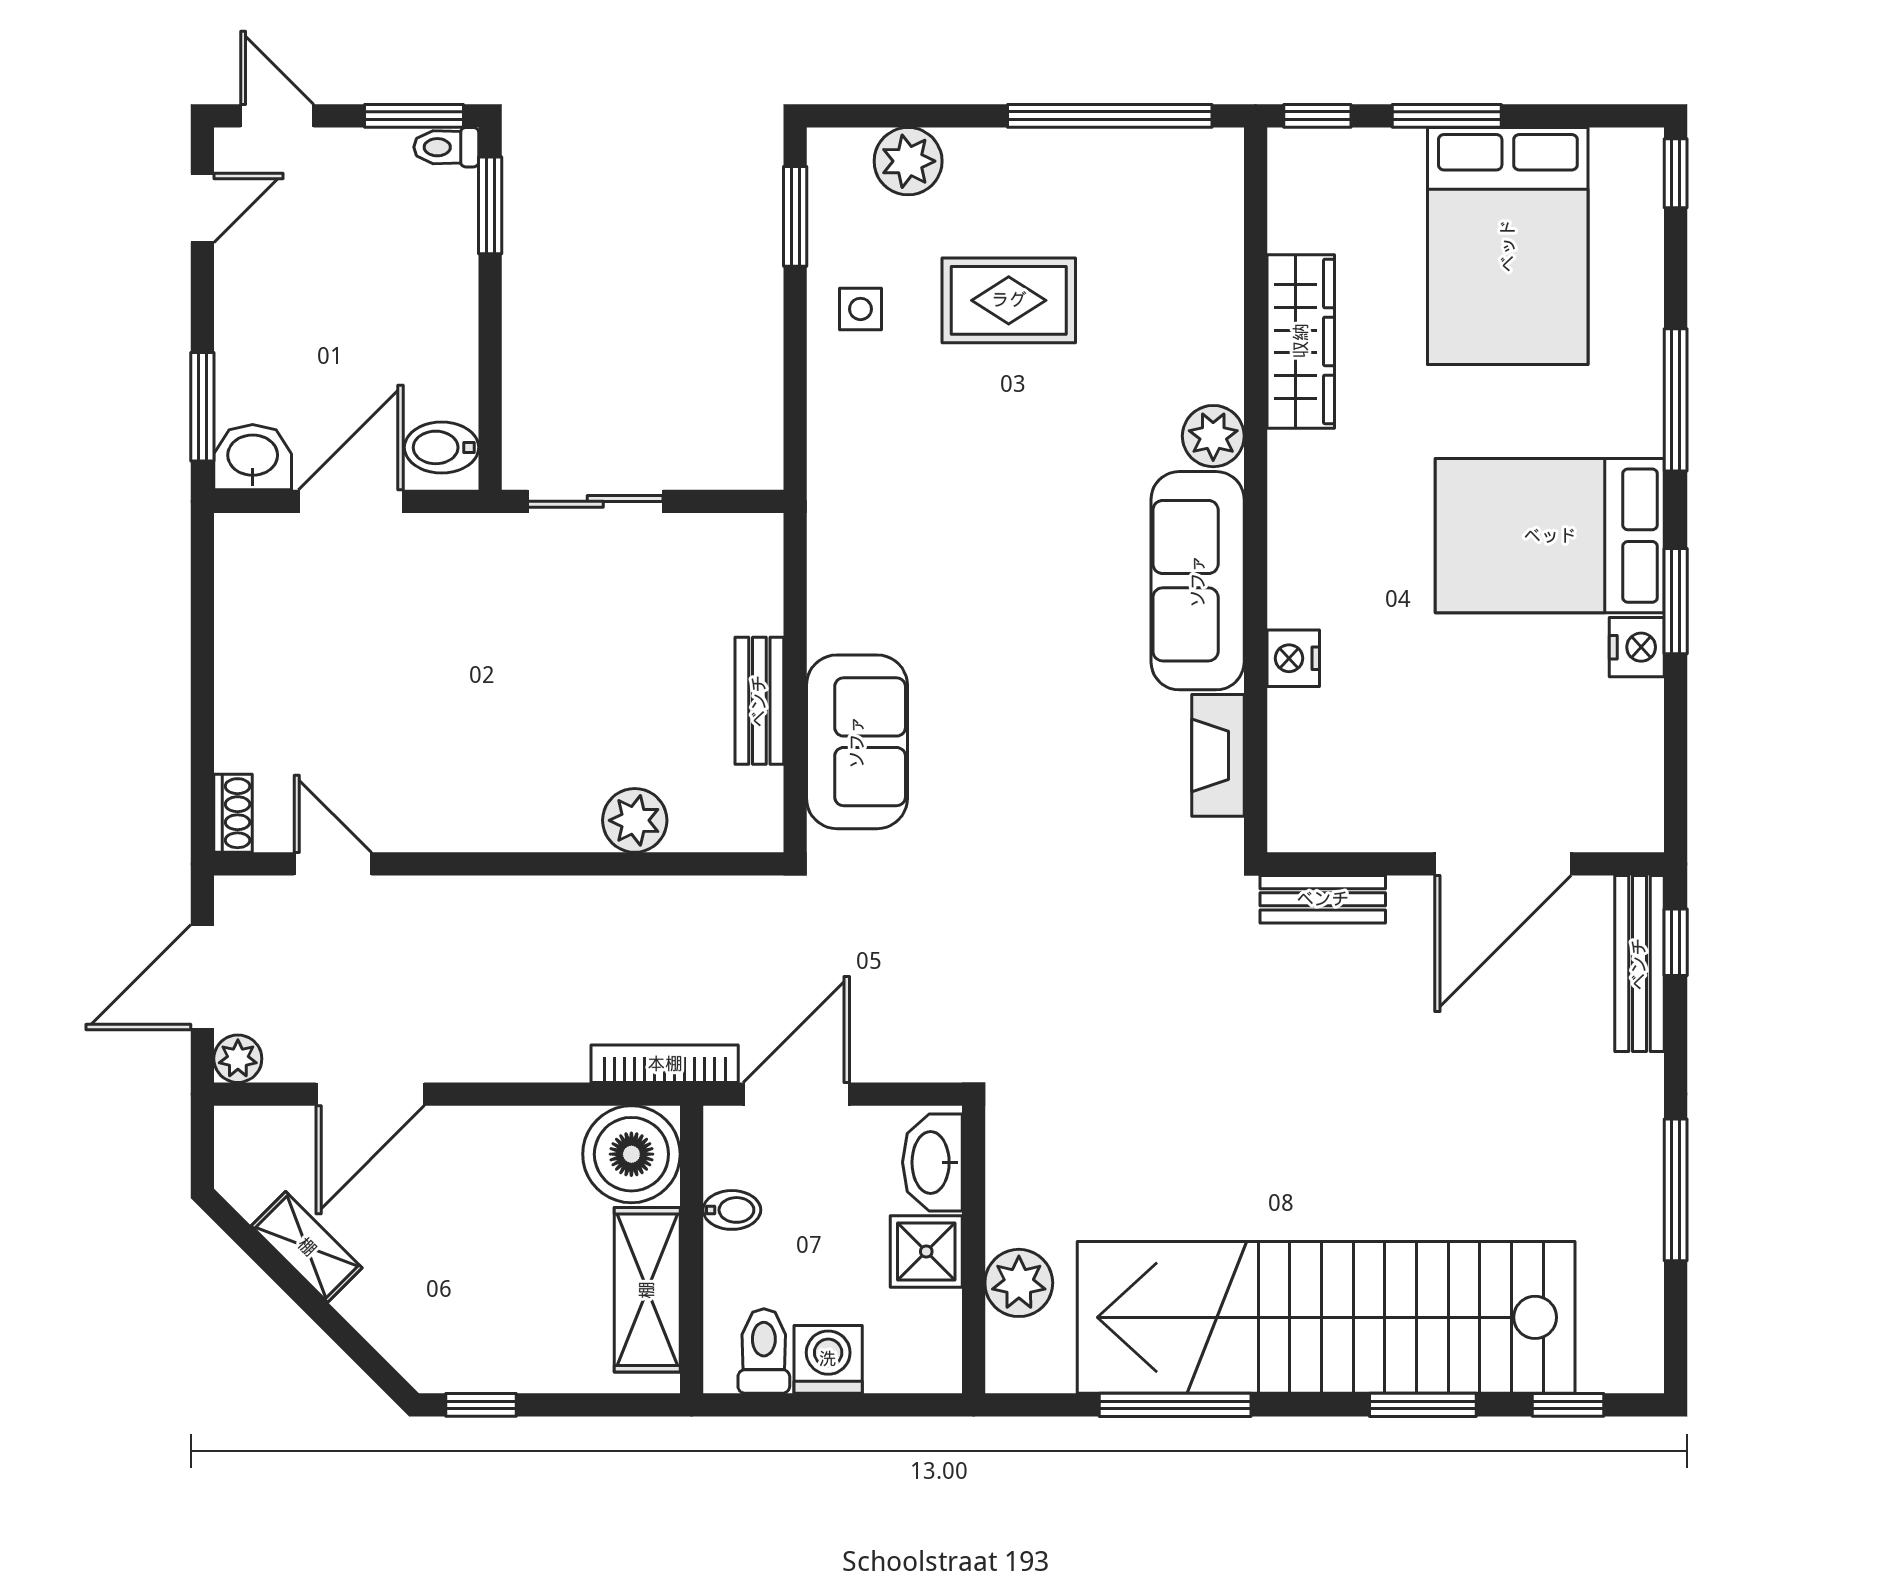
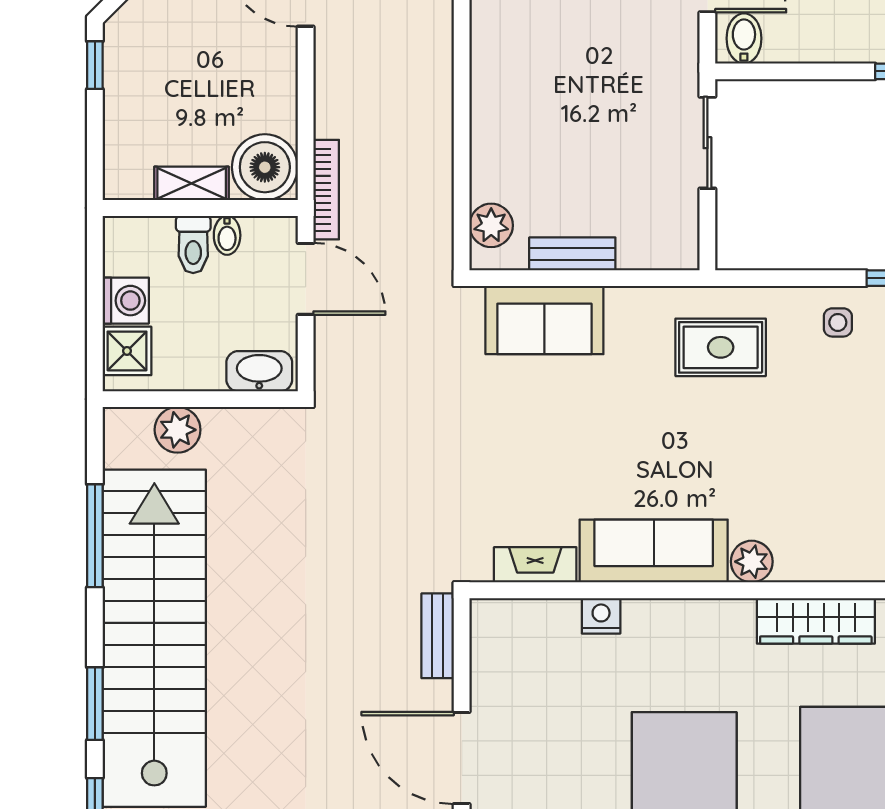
rug: (1009, 300) -> (721, 347), moved, turned 90
plant: (635, 820) -> (491, 225), moved
shower: (926, 1251) -> (127, 351), moved
shelving: (647, 1290) -> (192, 183), width x0.67, depth x0.75
toilet: (764, 1351) -> (193, 244), moved, turned 90

